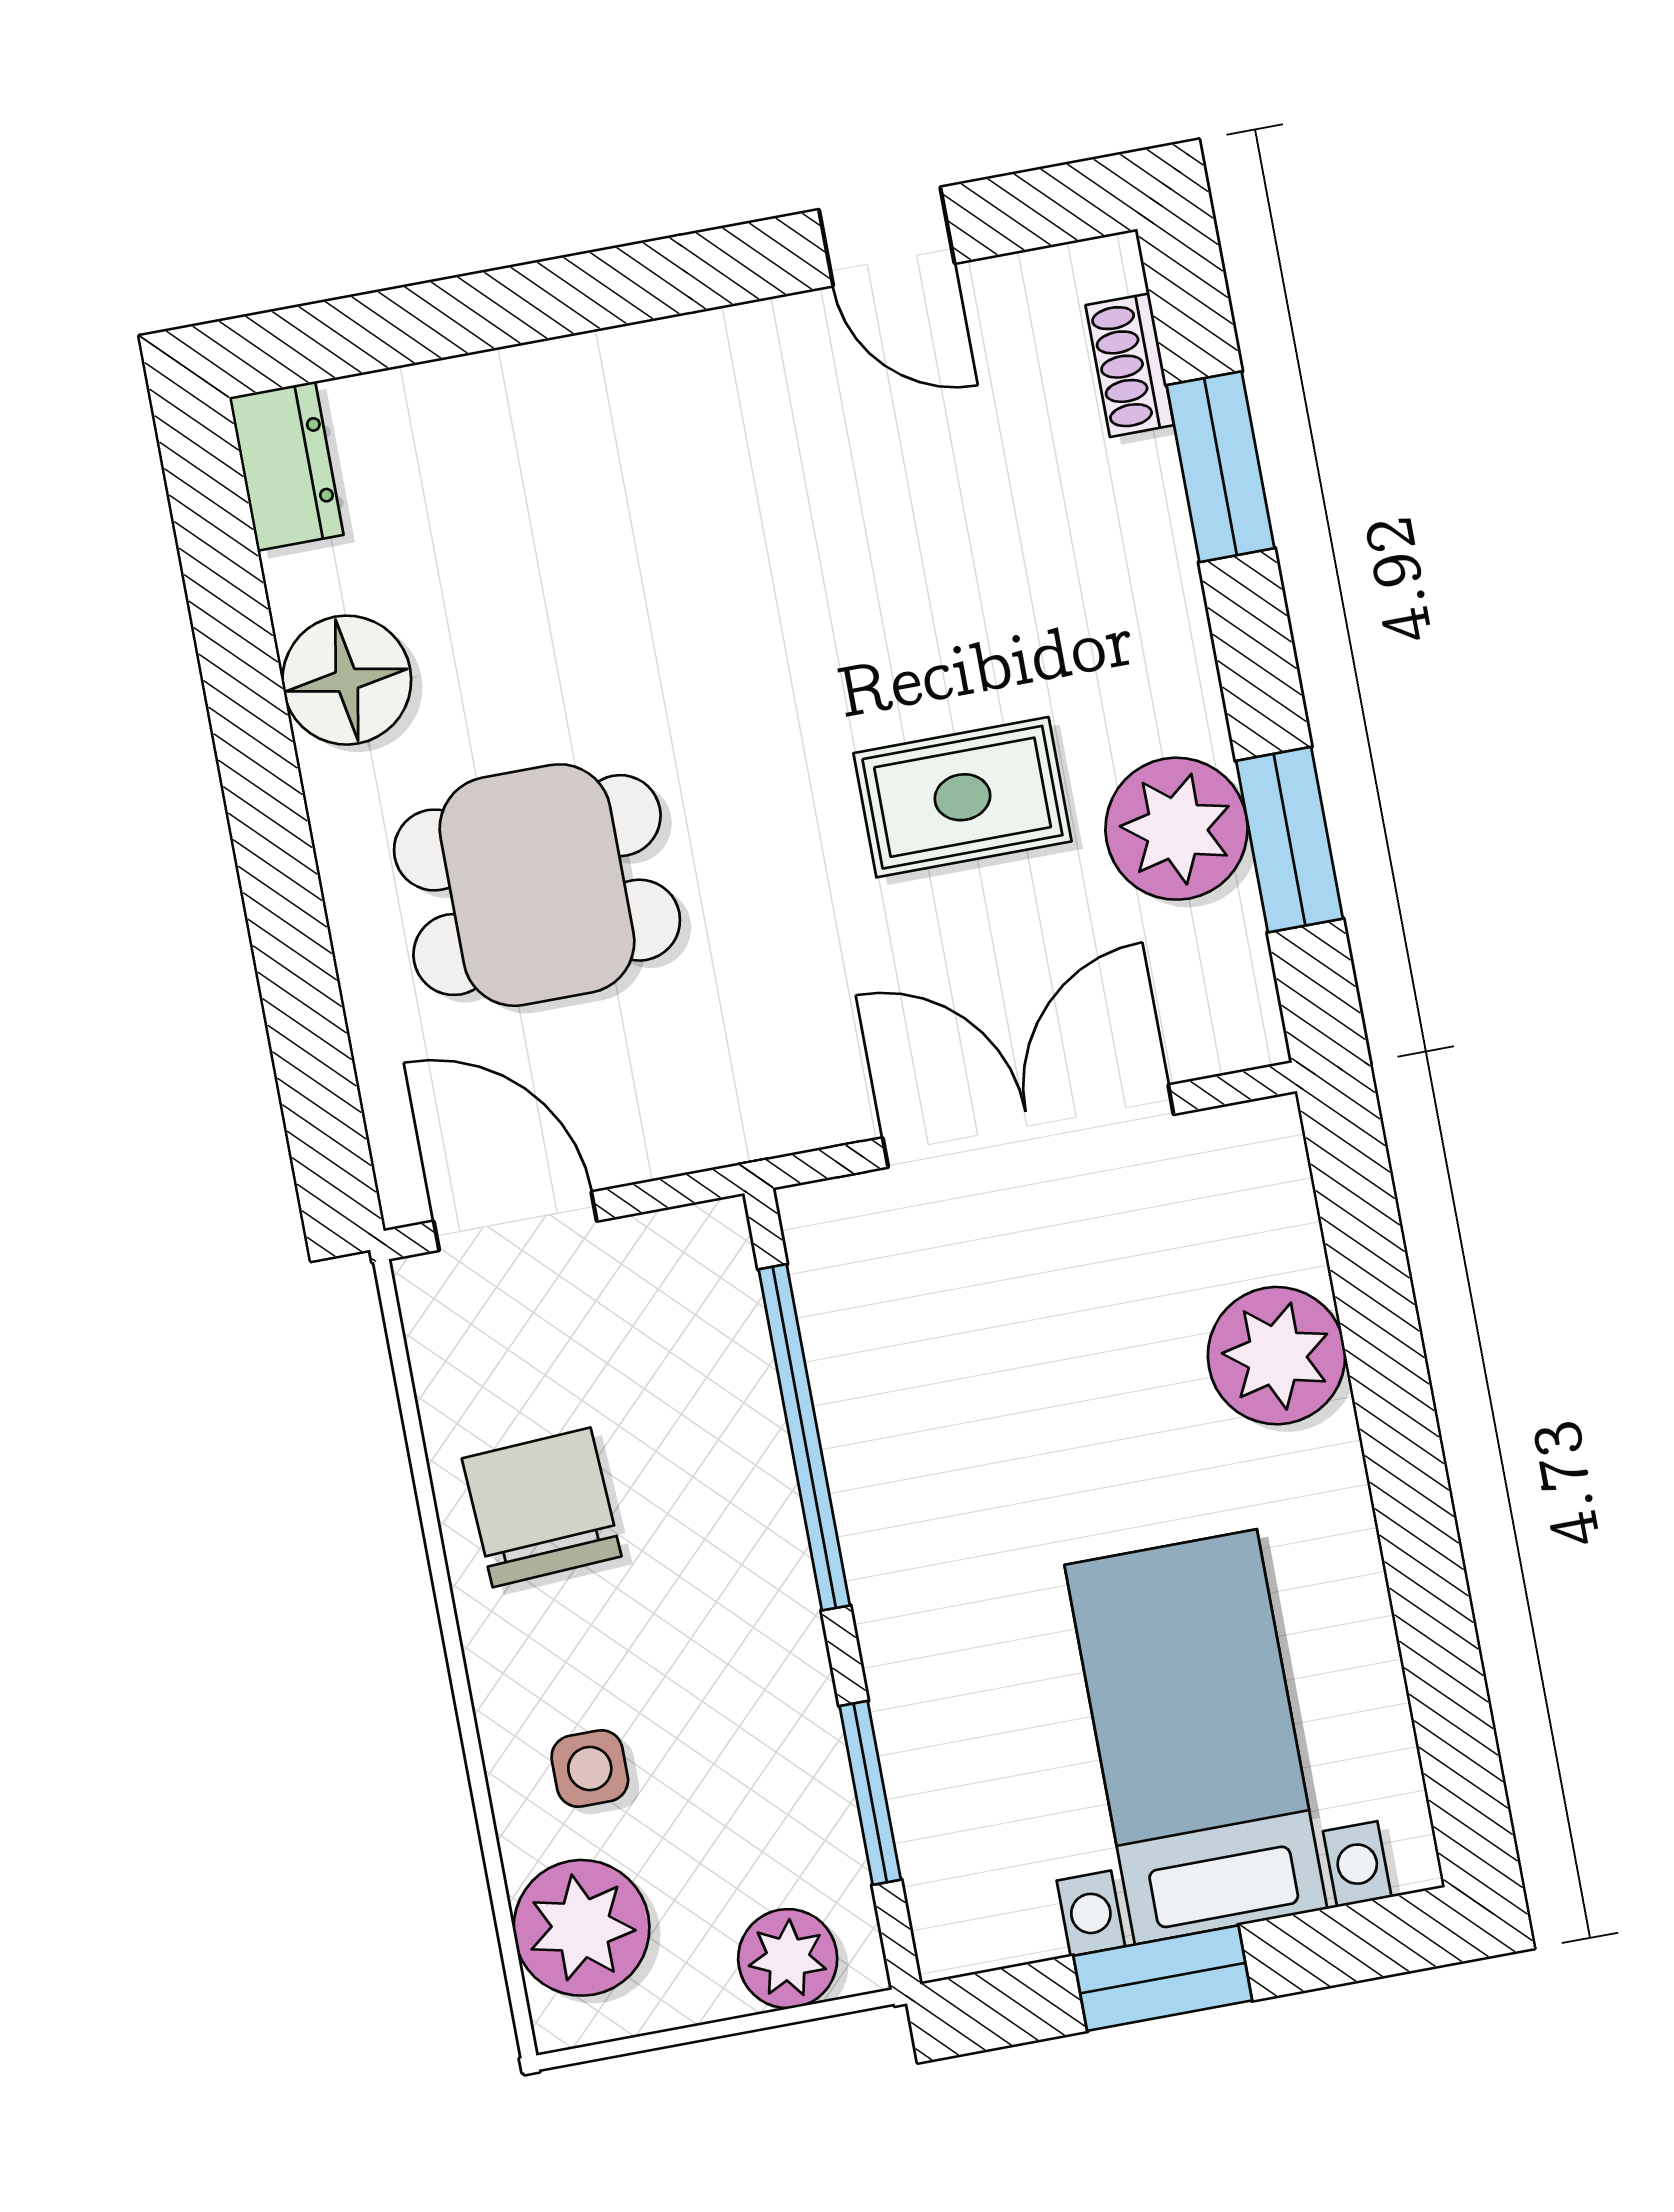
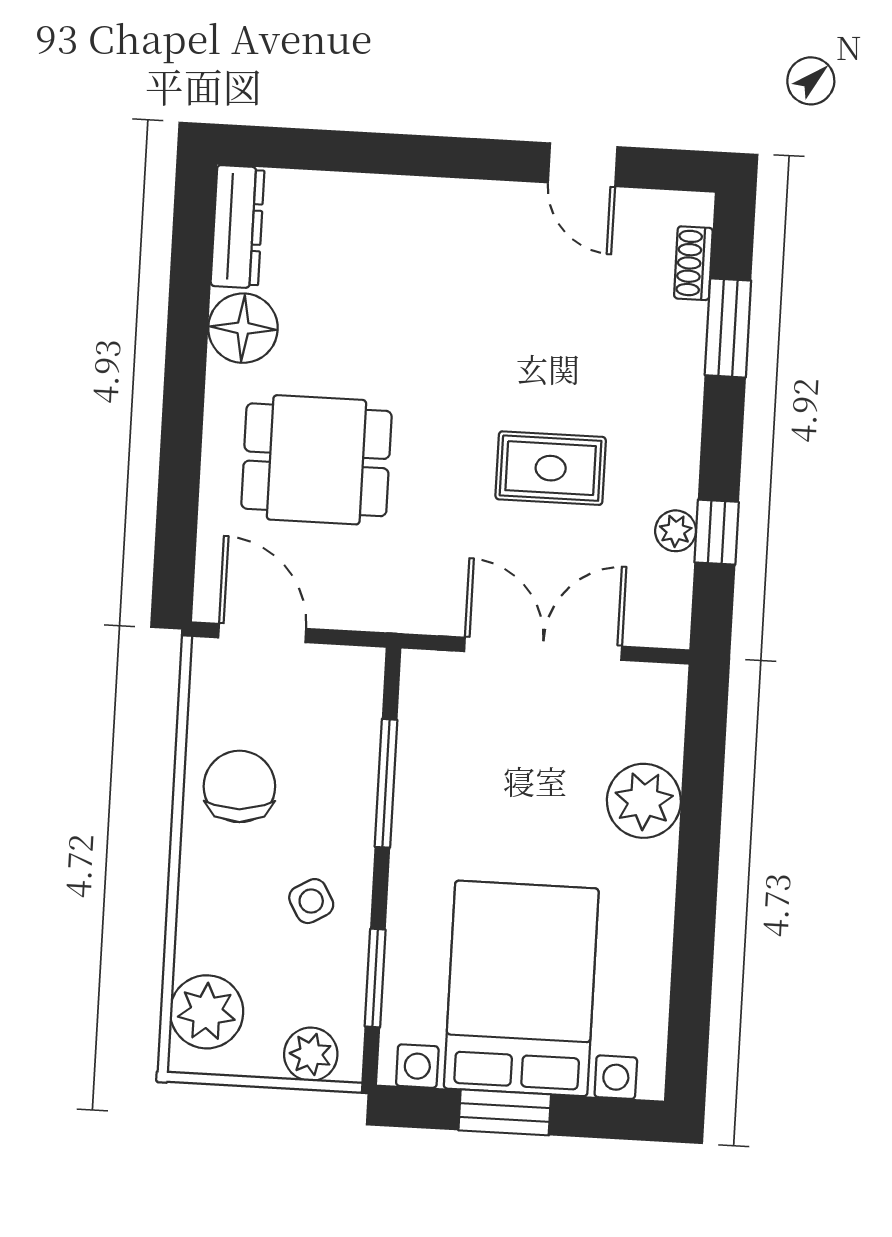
dresser: (286, 466) -> (238, 227), width x1.44
plant: (1177, 829) -> (676, 531), width x0.53, depth x0.53
window: (1290, 840) -> (717, 532), width x0.67
window: (804, 1437) -> (386, 783), width x0.68
bed with nightstands: (1196, 1737) -> (521, 988), width x1.36
side table: (590, 1768) -> (311, 901), moved, turned -30

